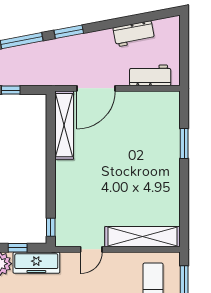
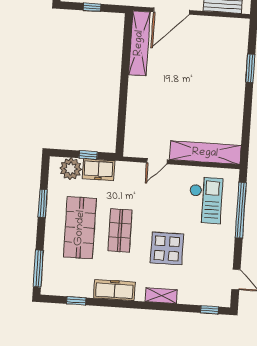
window: (51, 227) -> (120, 138), removed
freezer: (36, 263) -> (99, 170), width x0.71

